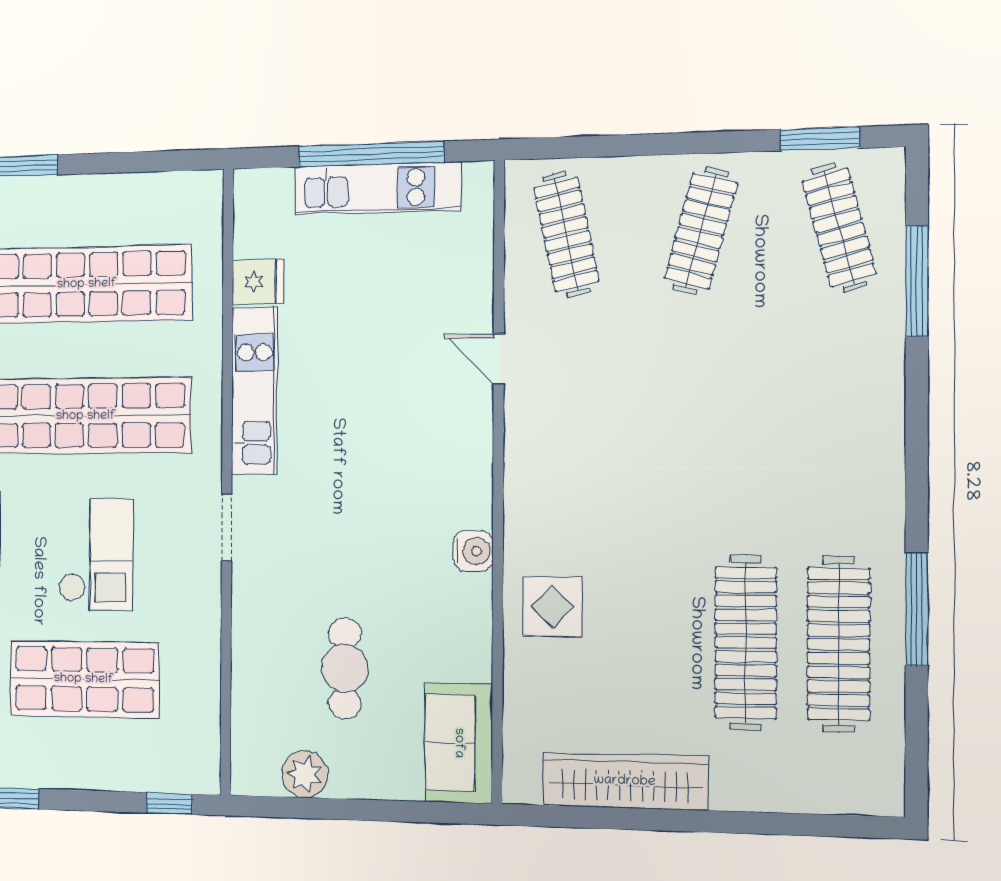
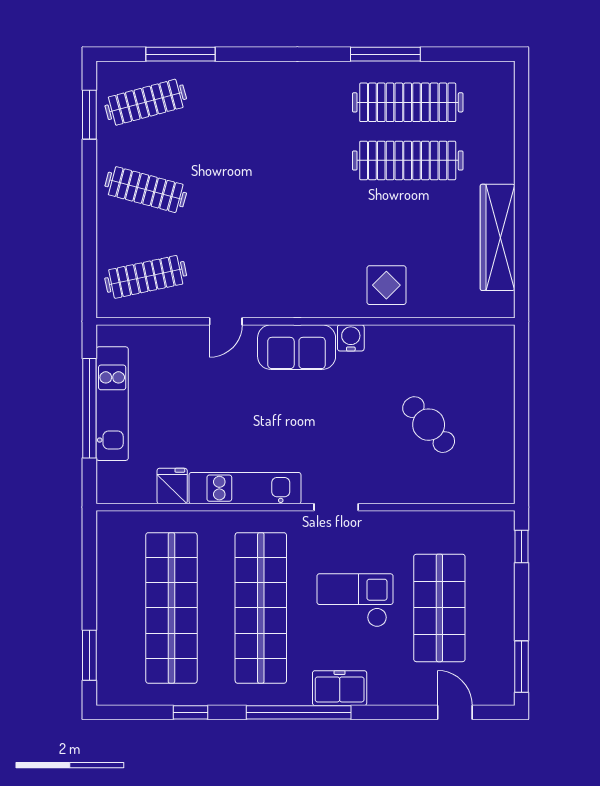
cafe table: (345, 668) -> (429, 425), turned 49
sofa: (459, 743) -> (297, 347), moved
plant: (305, 774) -> (499, 452), removed

